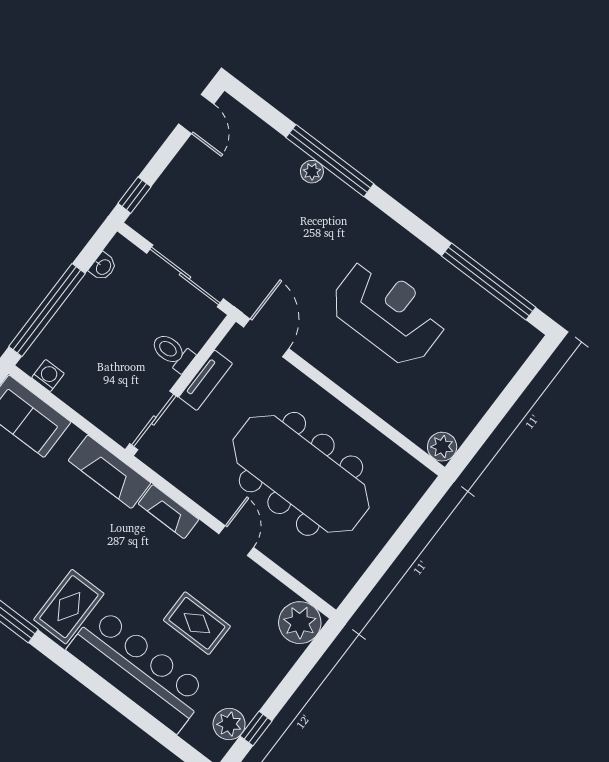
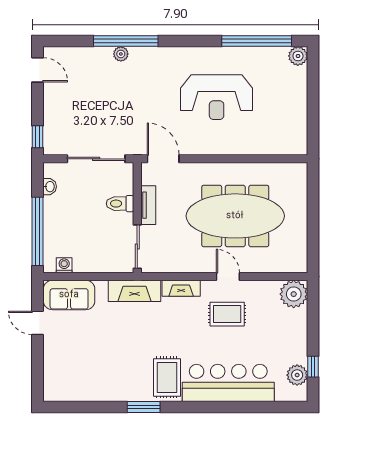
reception desk: (388, 312) -> (217, 97), turned 180
plant: (442, 447) -> (298, 56), moved
rug: (197, 623) -> (227, 314), moved

